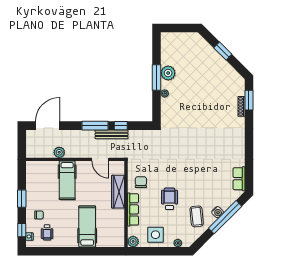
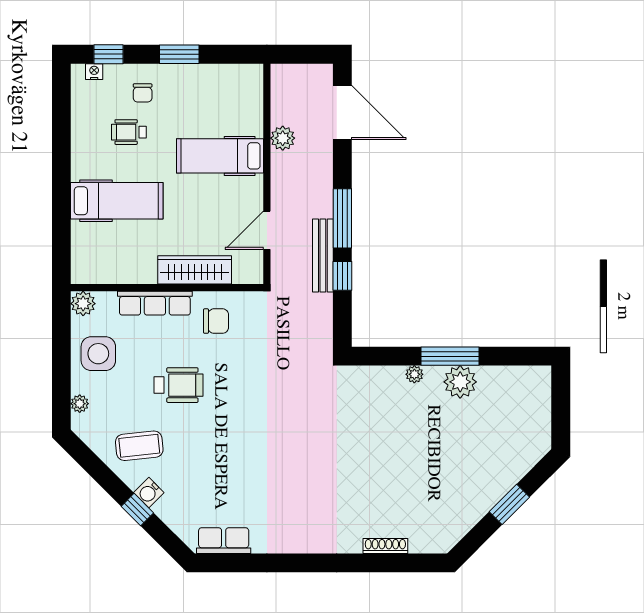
window: (249, 100) -> (400, 563), removed
window: (225, 217) -> (137, 510), width x0.32
wheelchair: (47, 232) -> (129, 132), moved

